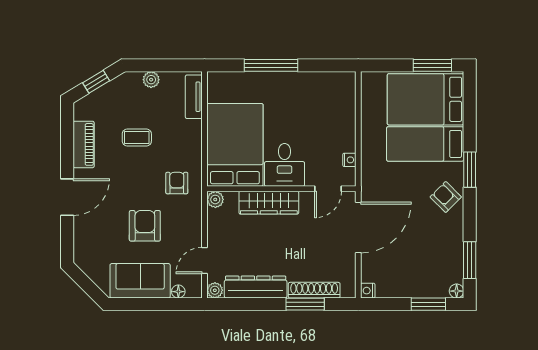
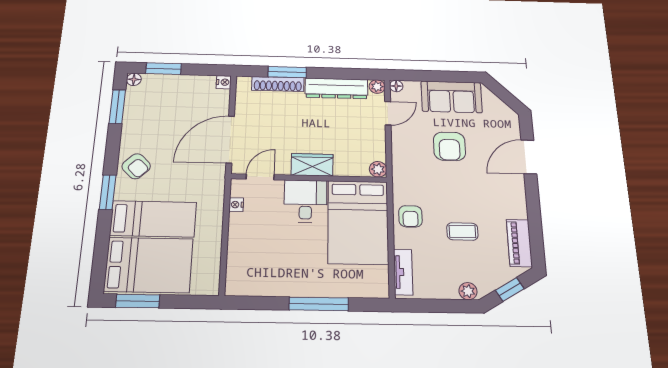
plant: (151, 80) -> (468, 291), moved
piano: (84, 144) -> (519, 243), moved
armchair: (177, 183) -> (410, 216), moved
door: (67, 197) -> (529, 157), moved
wardrobe: (269, 203) -> (312, 165), width x0.67
floor lamp: (178, 292) -> (396, 86), moved

